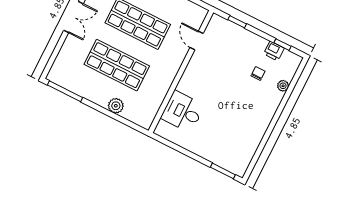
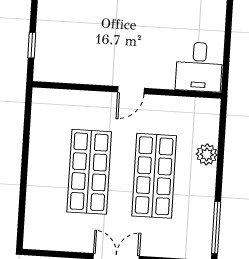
door: (197, 40) -> (131, 90), moved
desk: (183, 112) -> (199, 67), moved

